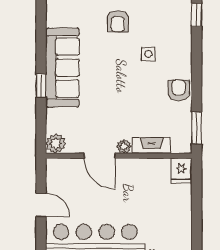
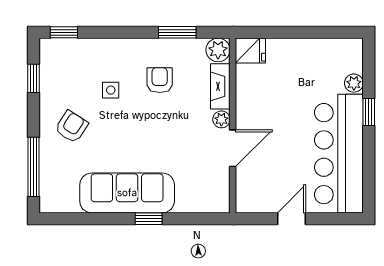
armchair: (118, 21) -> (72, 127), turned -57
armchair: (179, 90) -> (160, 80), moved, turned 90
window: (197, 128) -> (177, 32), moved
plant: (56, 144) -> (218, 50), moved

